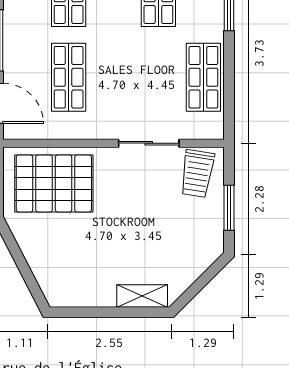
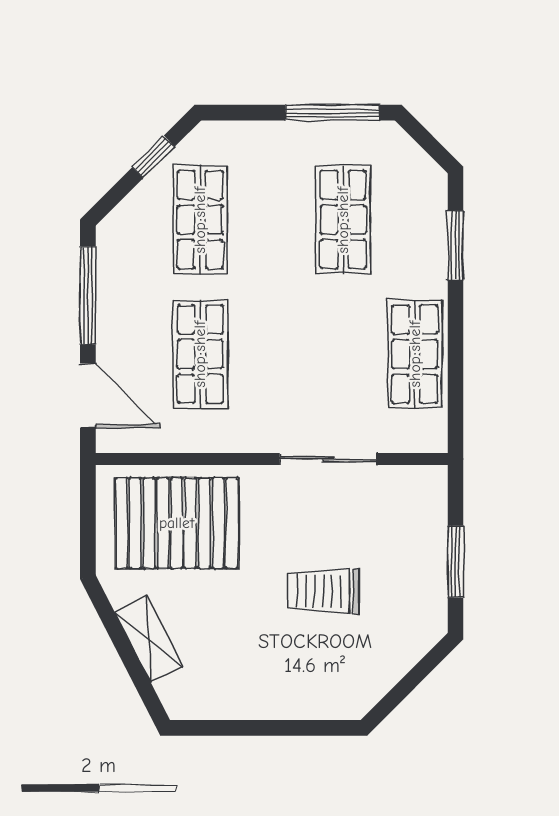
trolley: (197, 173) -> (324, 591), moved, turned 81
shelving: (142, 296) -> (149, 639), moved, turned 63

